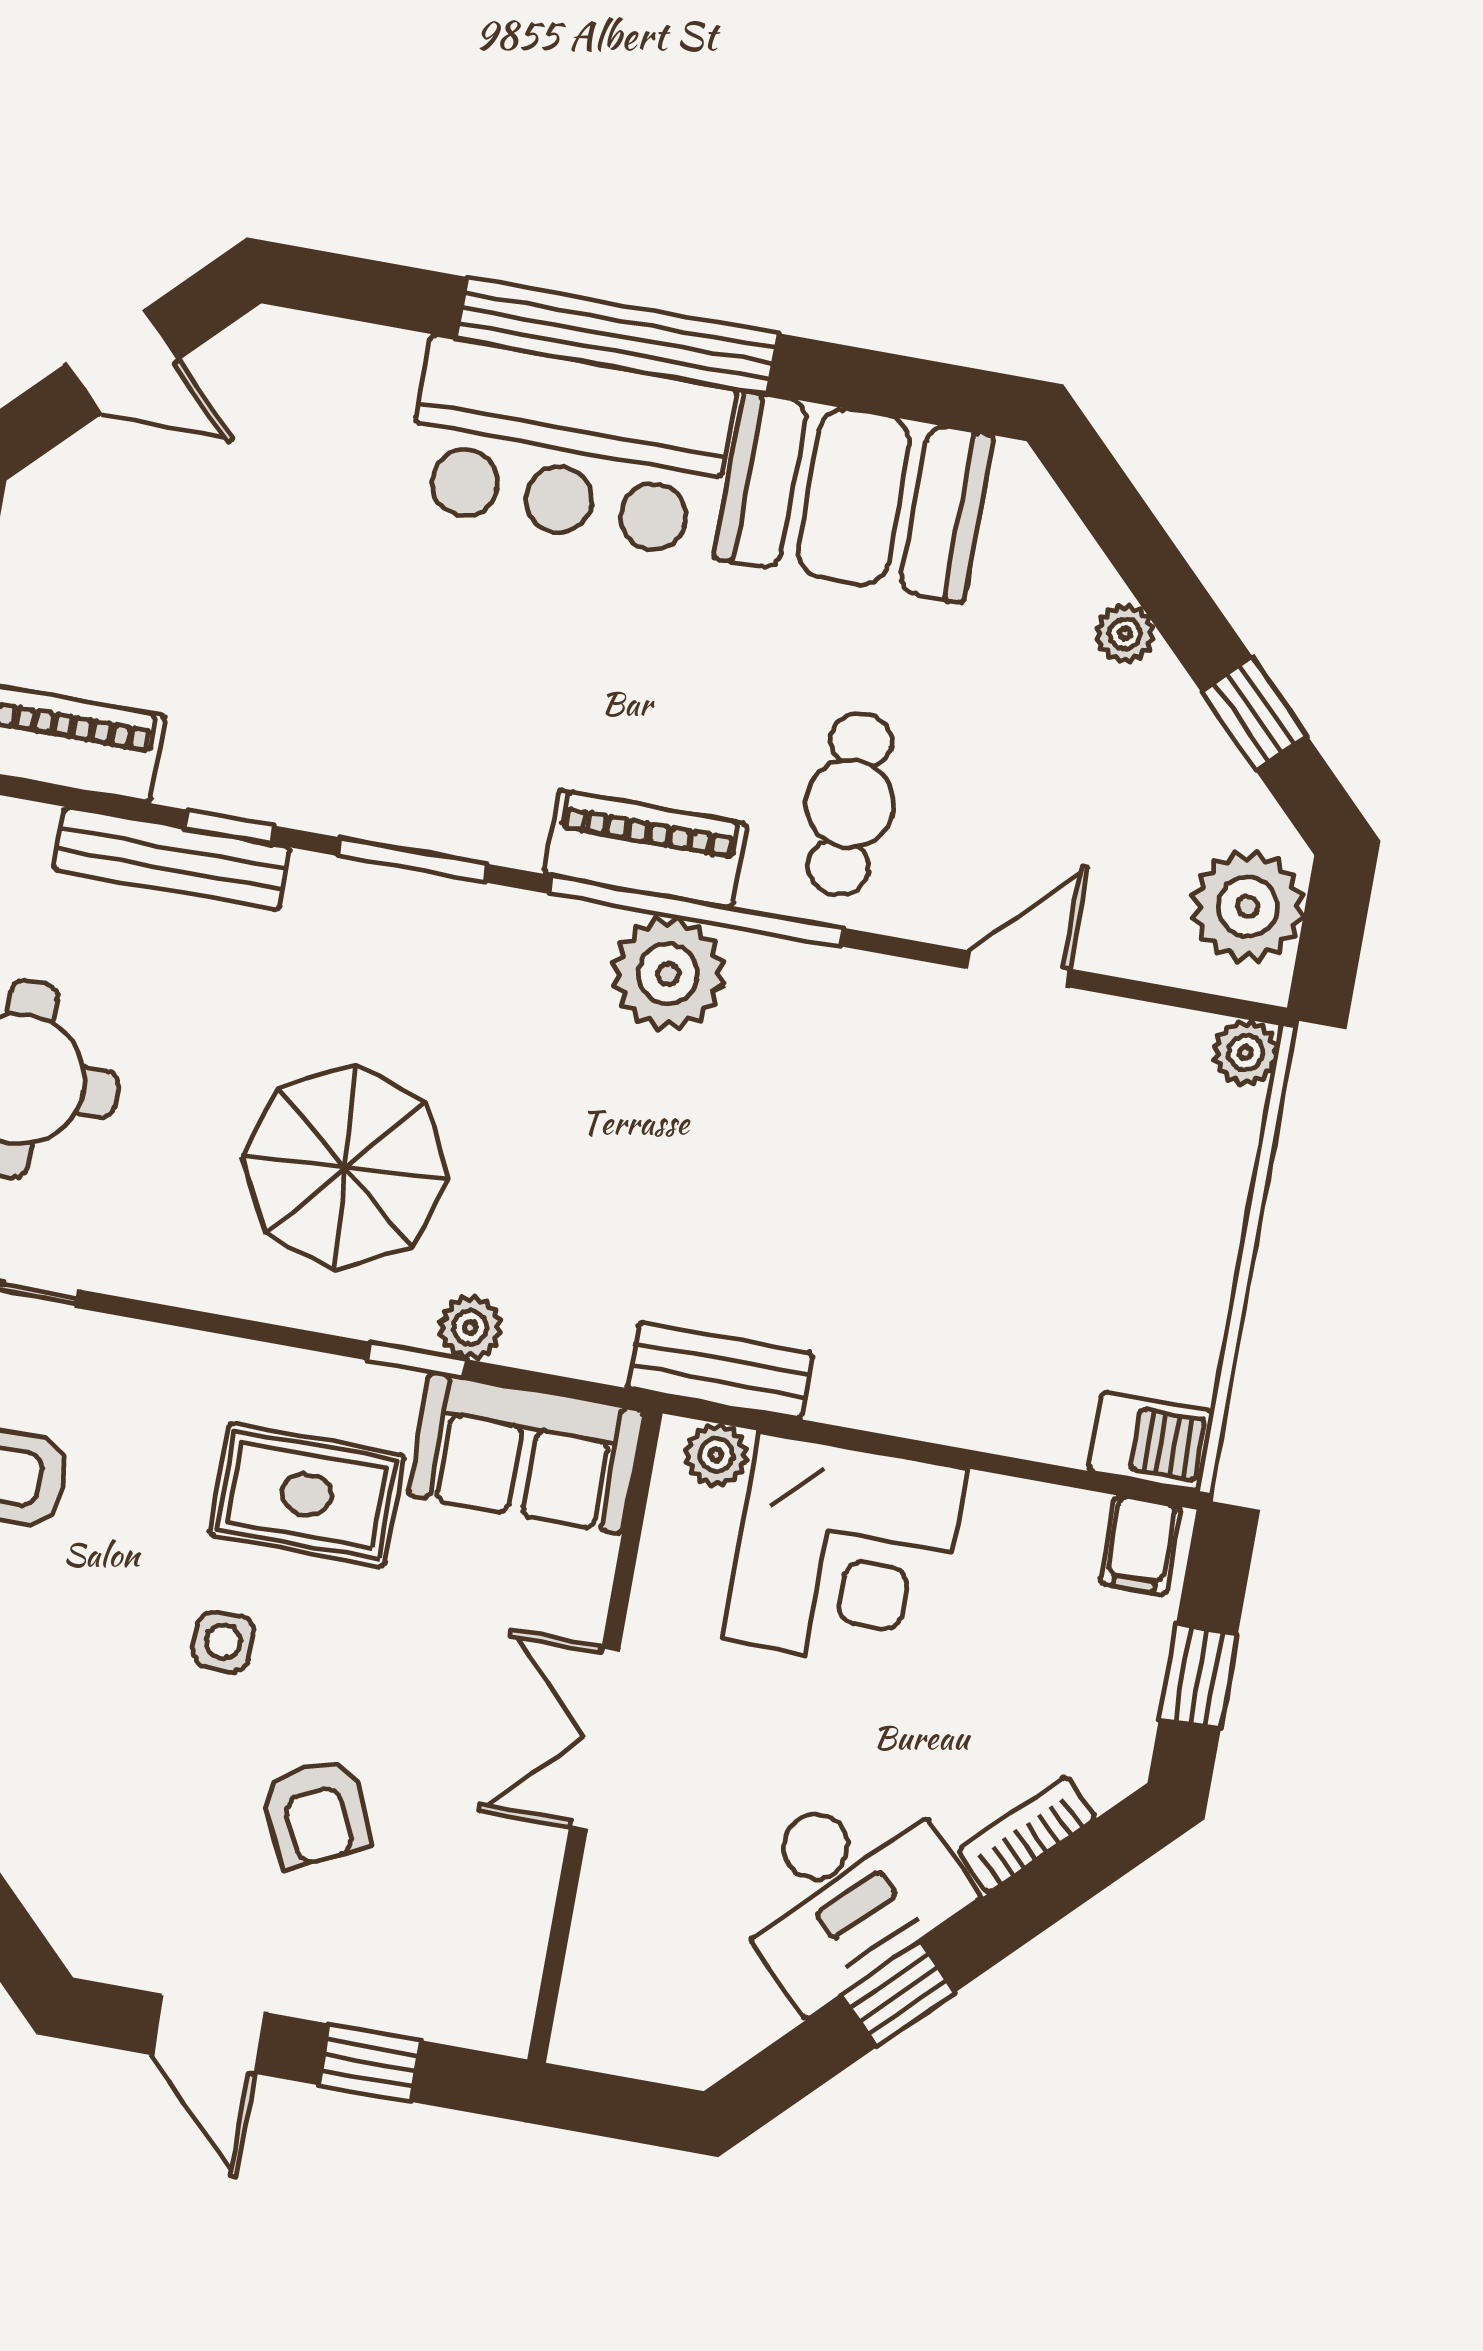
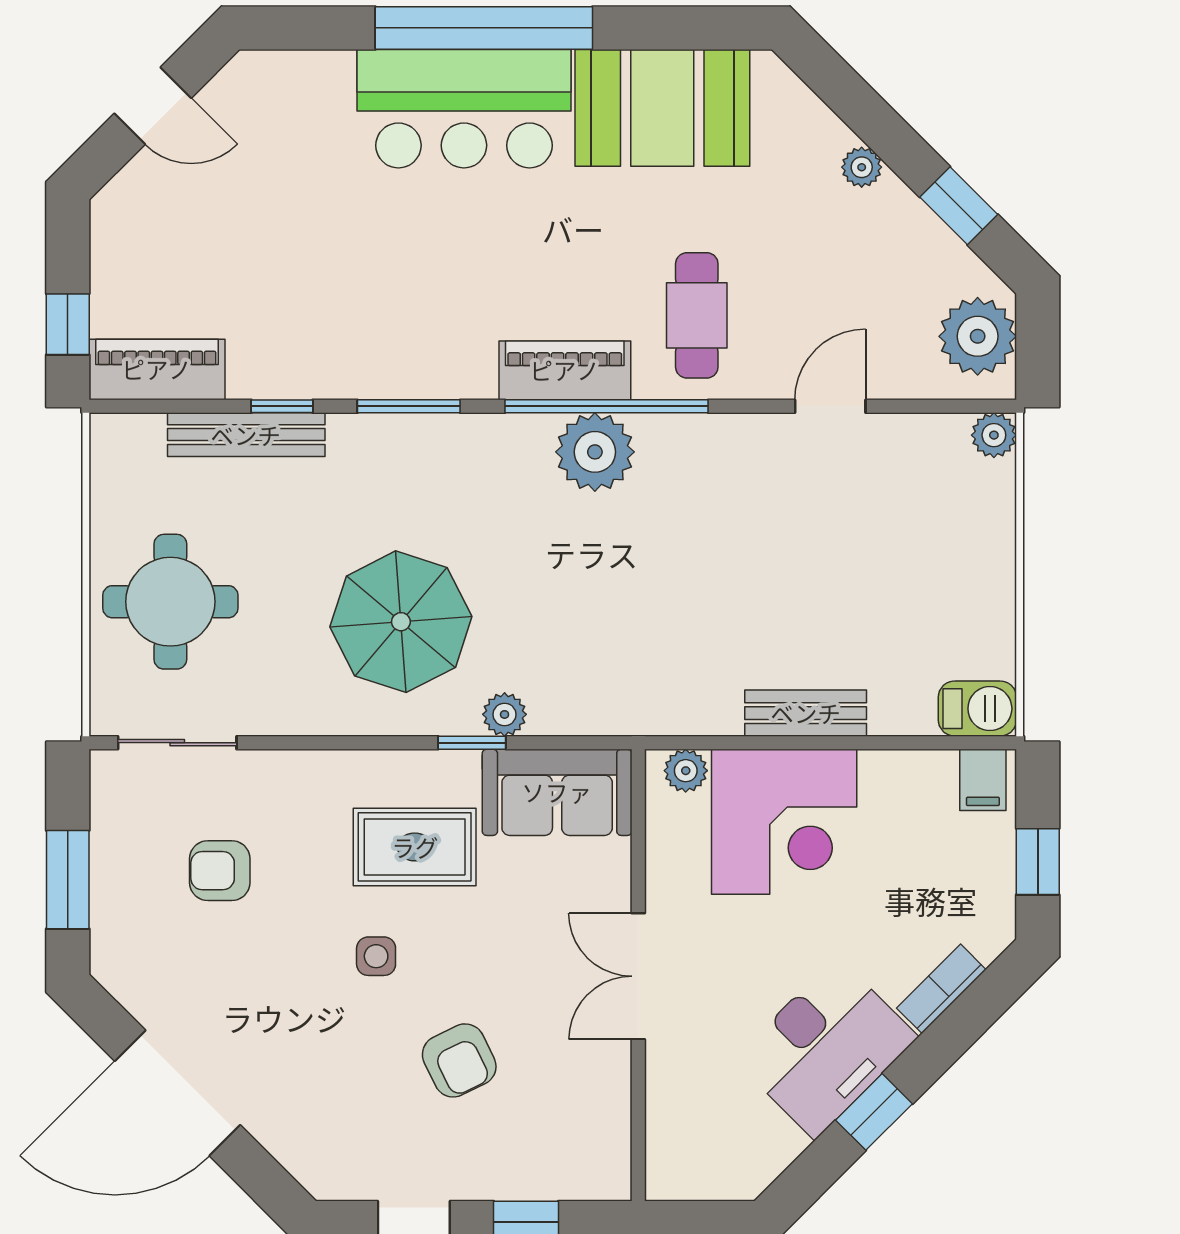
bench: (720, 1370) -> (806, 713), moved

